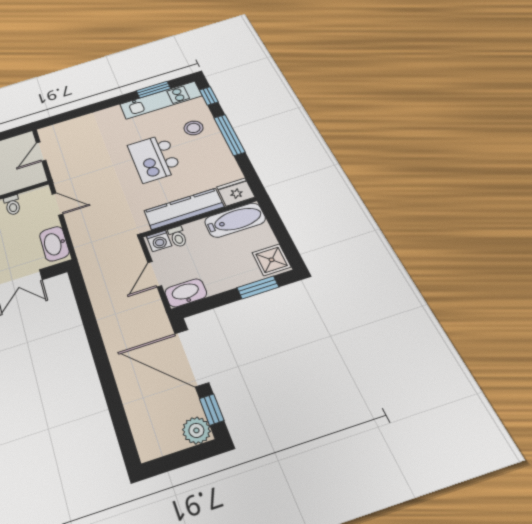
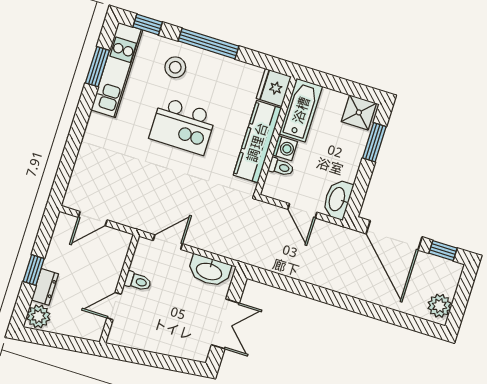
door: (41, 152) -> (93, 219), hinge flipped
washing machine: (159, 241) -> (285, 148), moved
door: (191, 358) -> (394, 235), hinge flipped
plant: (196, 430) -> (439, 306), moved

